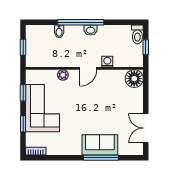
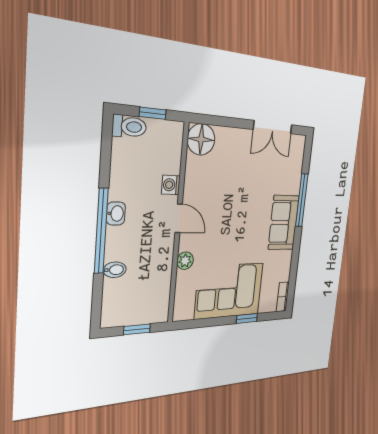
window: (23, 93) -> (205, 323), removed
sofa: (100, 145) -> (284, 223), moved

